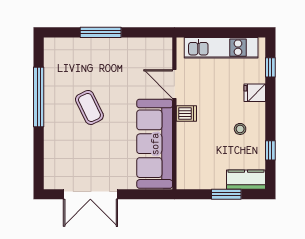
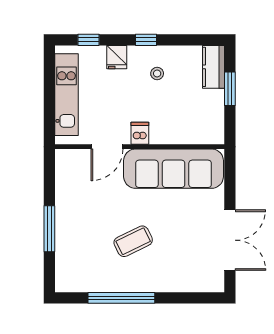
window: (270, 150) -> (146, 40), moved

